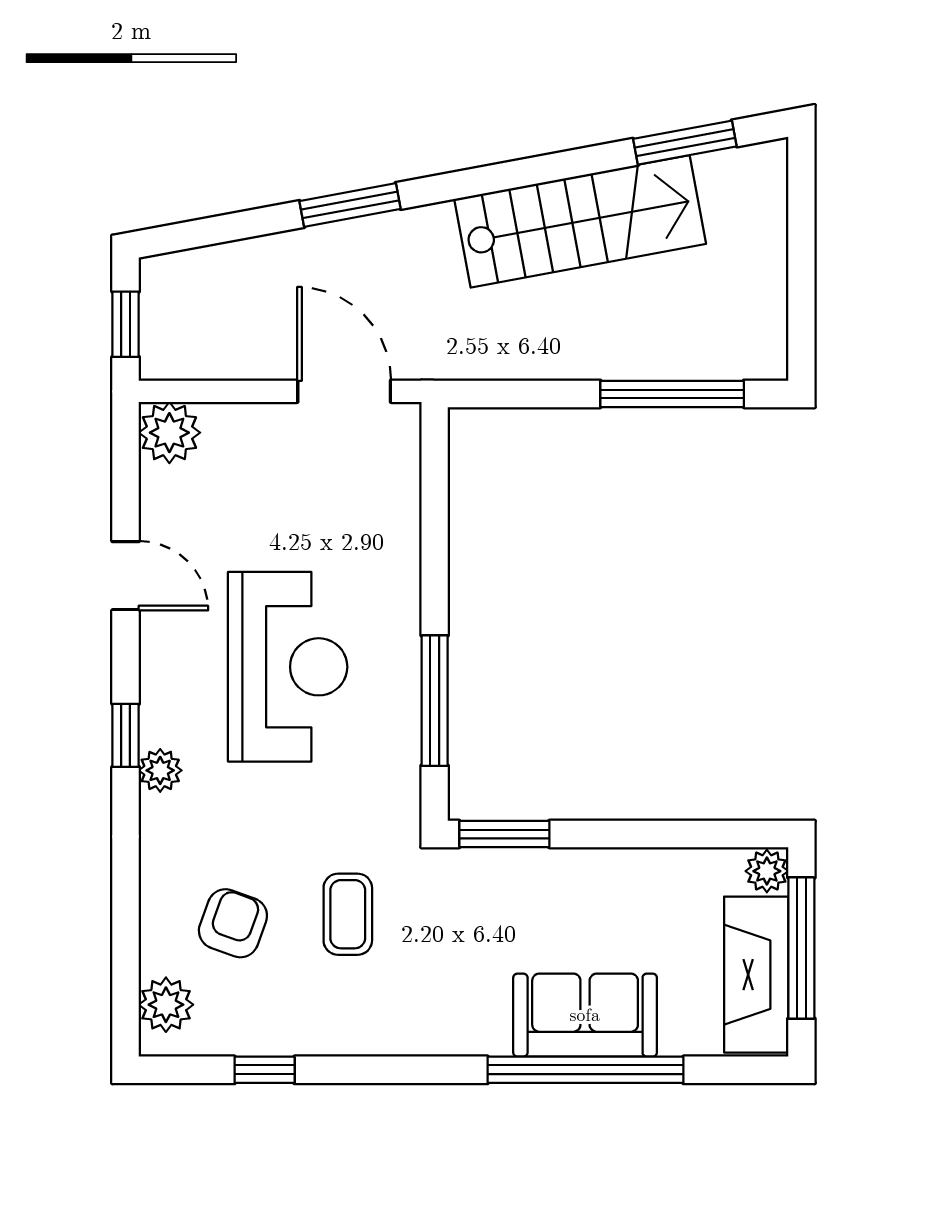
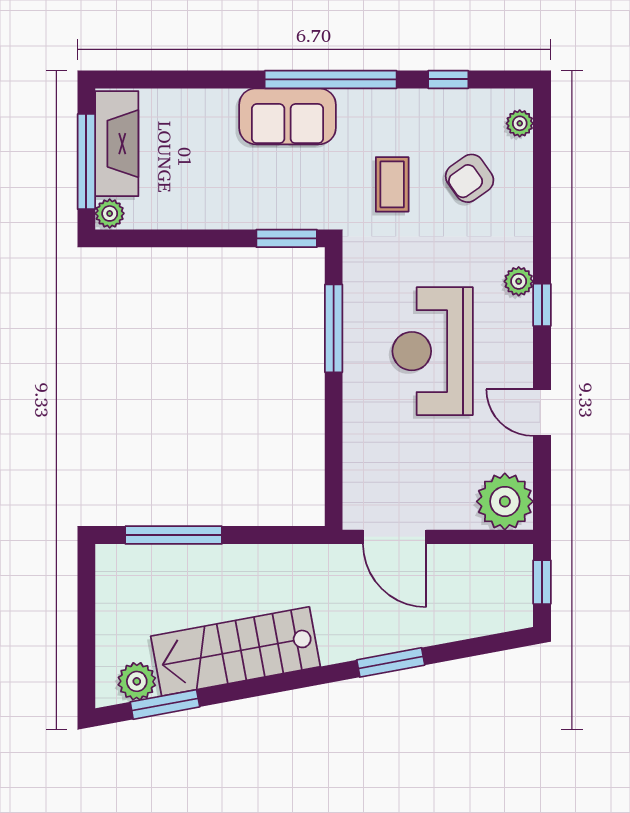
plant: (727, 177) -> (137, 681), added
plant: (169, 433) -> (505, 501), width x1.36, depth x1.36
armchair: (233, 923) -> (470, 178), turned 35
plant: (166, 1005) -> (520, 123), width x0.73, depth x0.73
sofa: (585, 1015) -> (287, 116), moved
window: (586, 1070) -> (331, 79), moved

